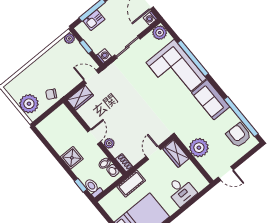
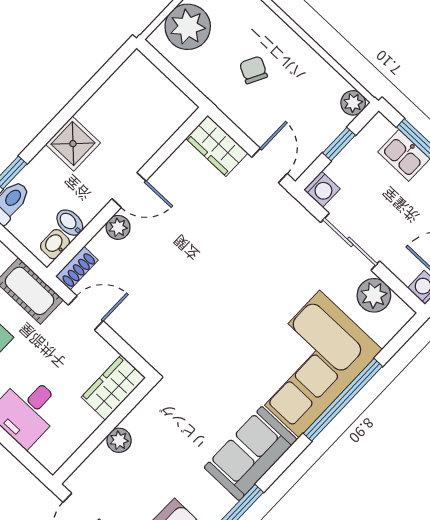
plant: (160, 33) -> (374, 295), moved
chair: (51, 94) -> (254, 70), moved
plant: (199, 148) -> (119, 440), width x0.53, depth x0.53
door: (153, 153) -> (86, 313), moved

